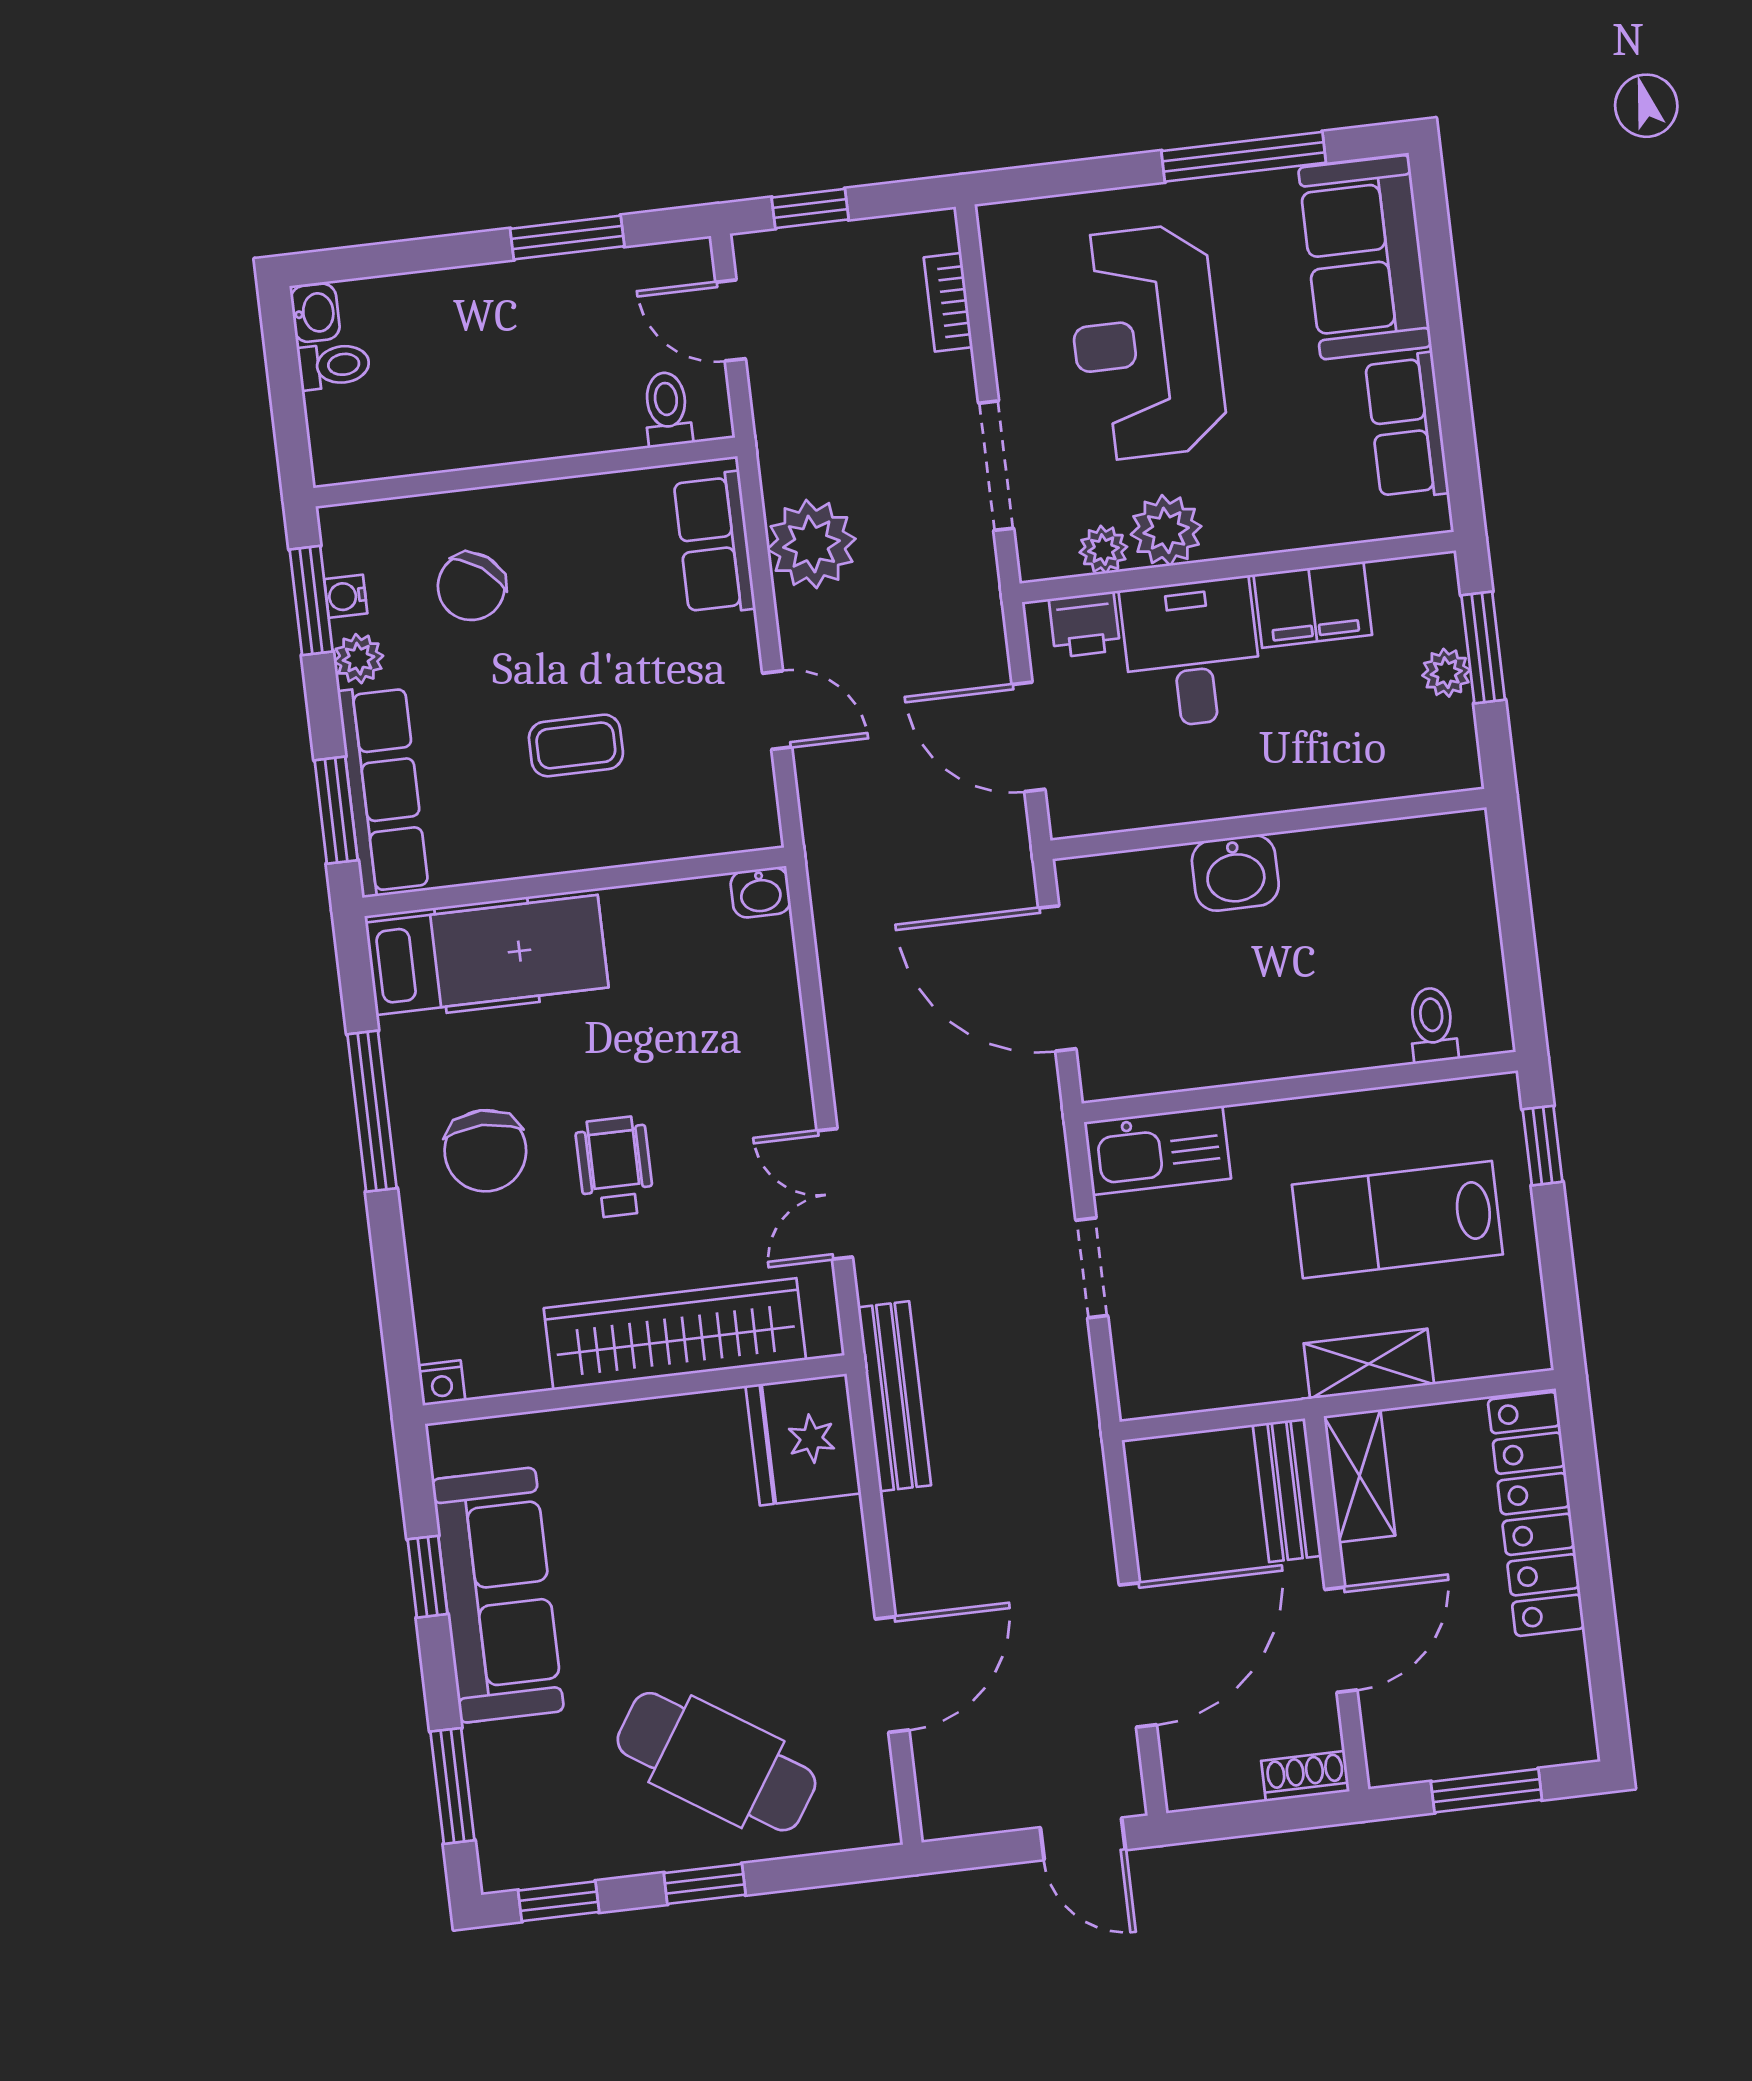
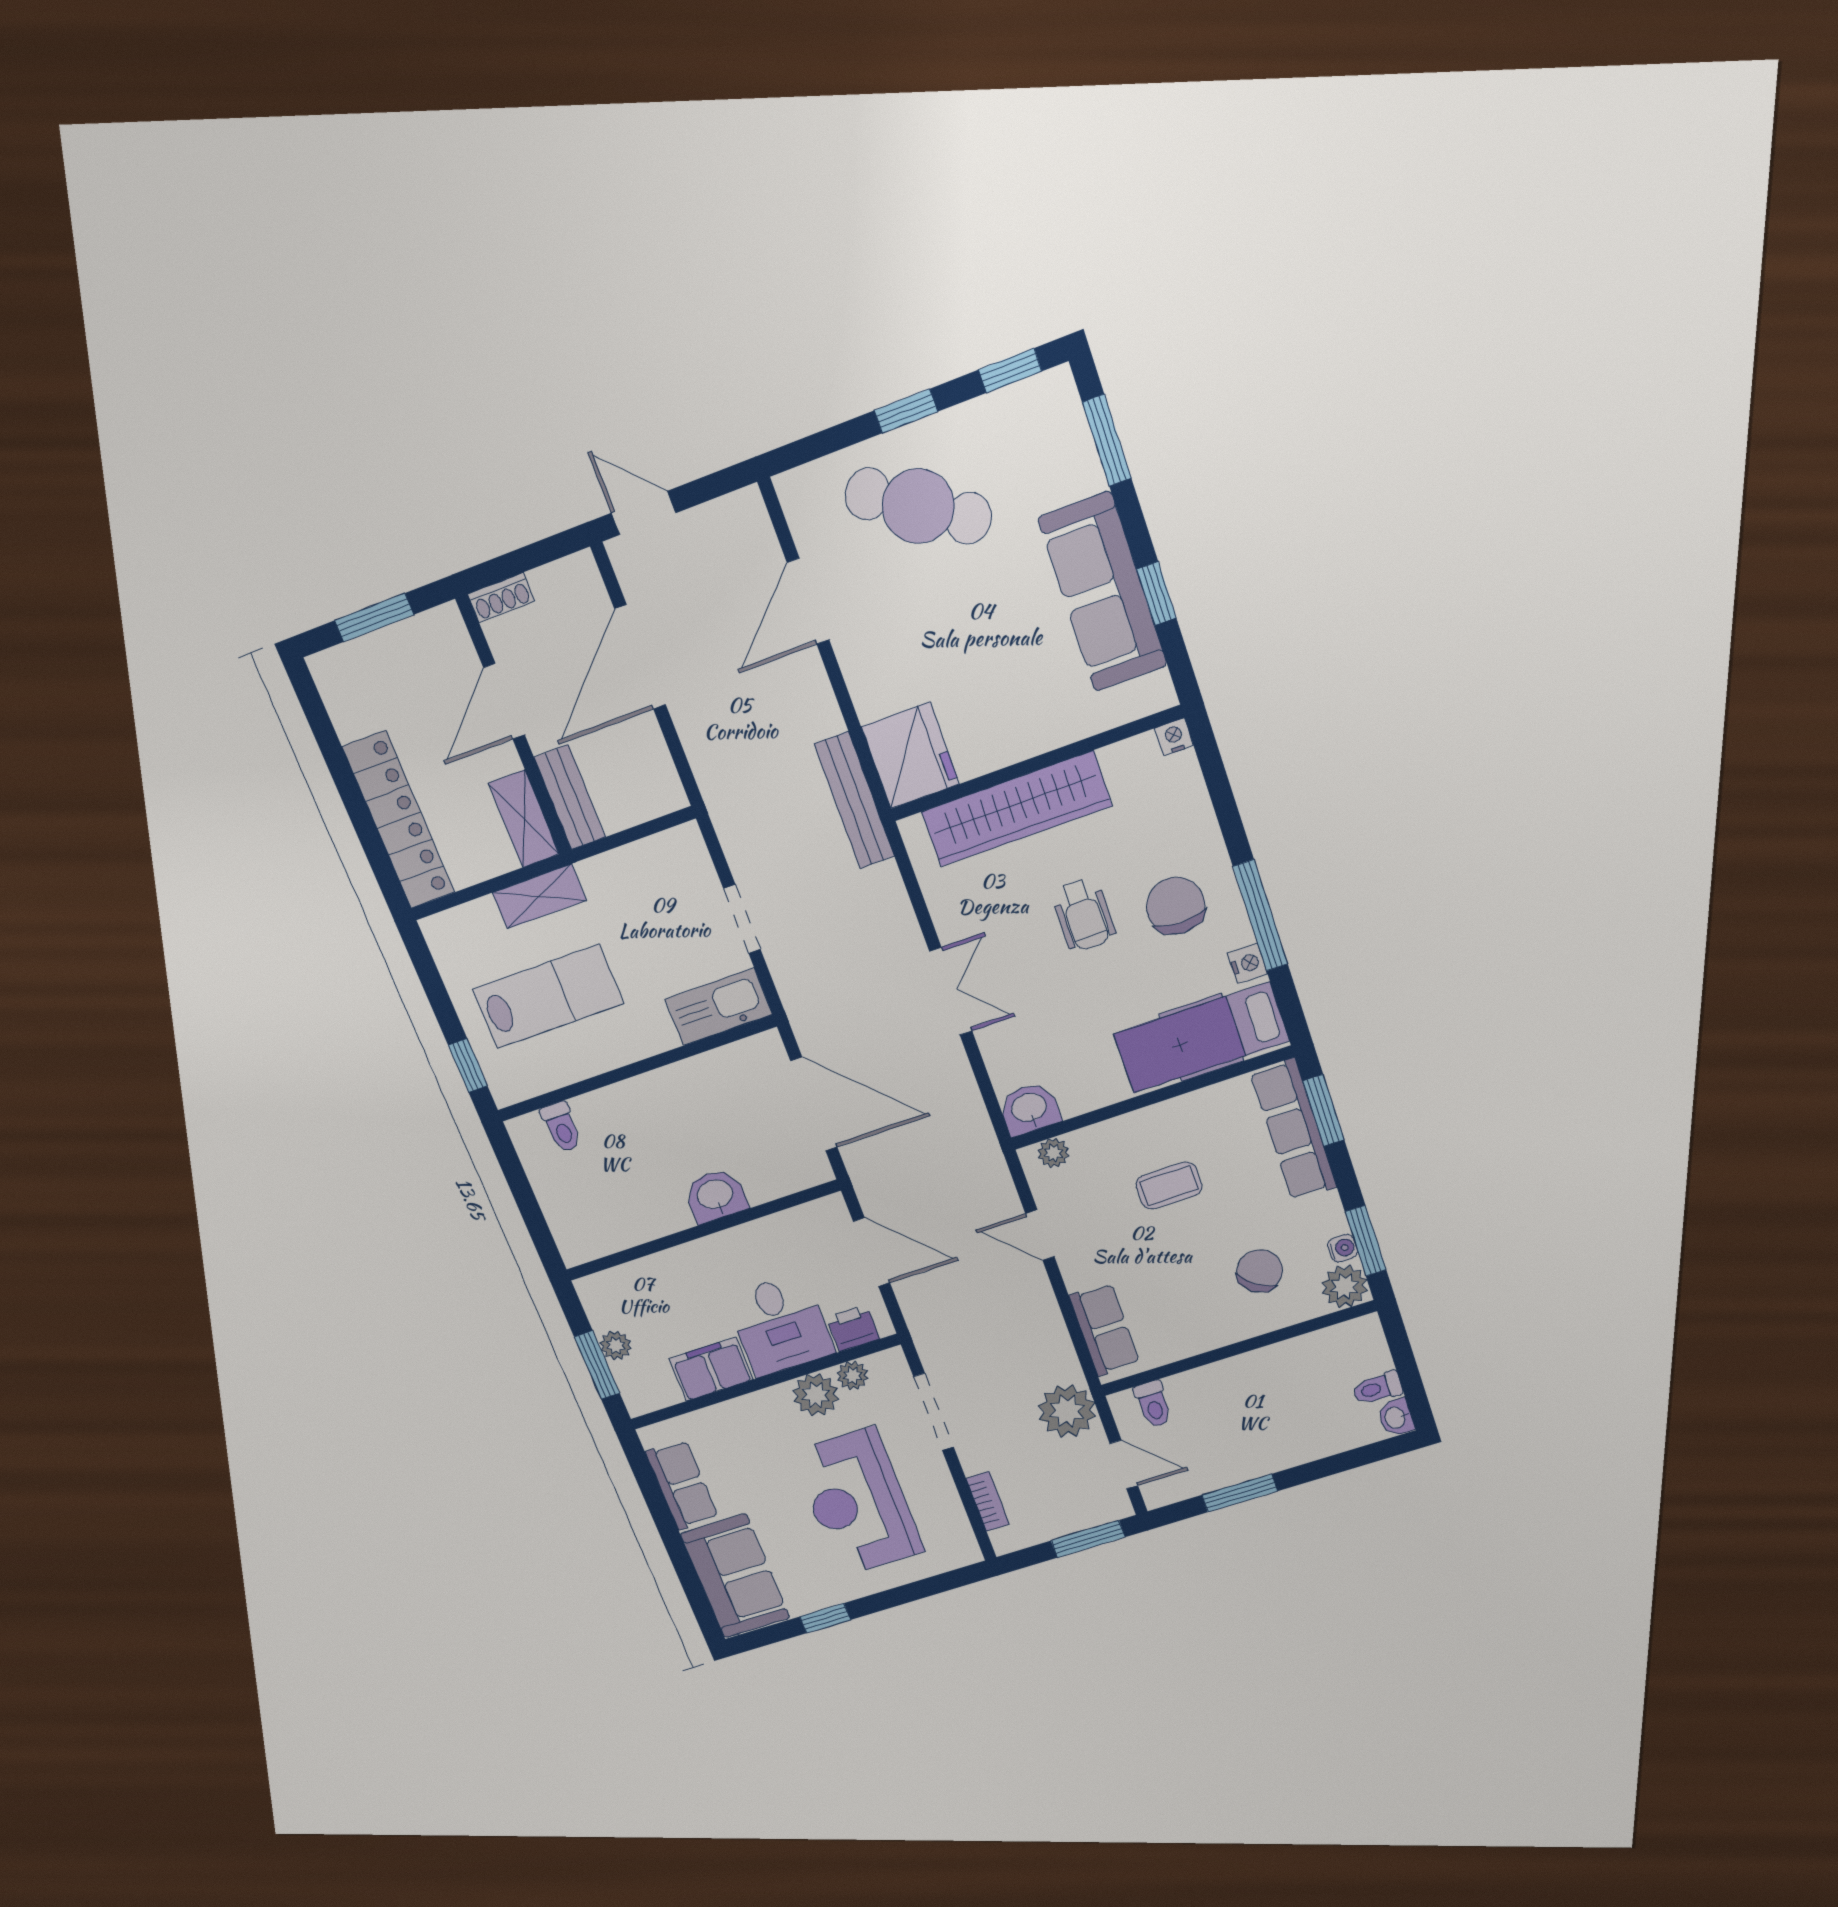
window: (1244, 157) -> (825, 1618), width x0.46
window: (810, 208) -> (1088, 1539), width x1.50
reception desk: (1146, 342) -> (858, 1502), turned 180
plant: (811, 544) -> (1067, 1411), moved
plant: (359, 659) -> (1345, 1286), moved, width x1.38, depth x1.38
plant: (731, 831) -> (1053, 1153), added
washbasin: (761, 892) -> (1029, 1109), width x1.38, depth x1.45
nightstand: (402, 1047) -> (1248, 964), added
double door: (835, 1194) -> (951, 991), moved

